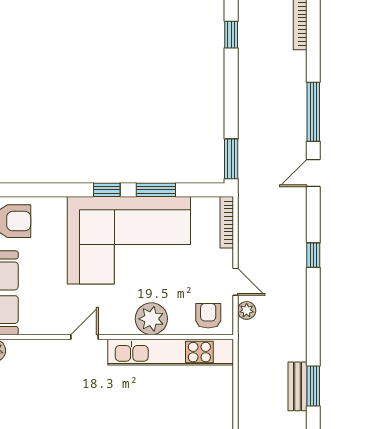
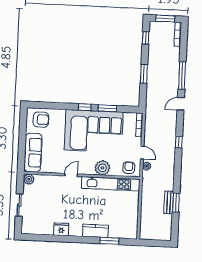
window: (231, 159) -> (144, 74), moved

